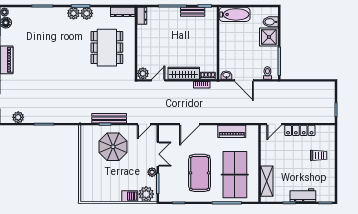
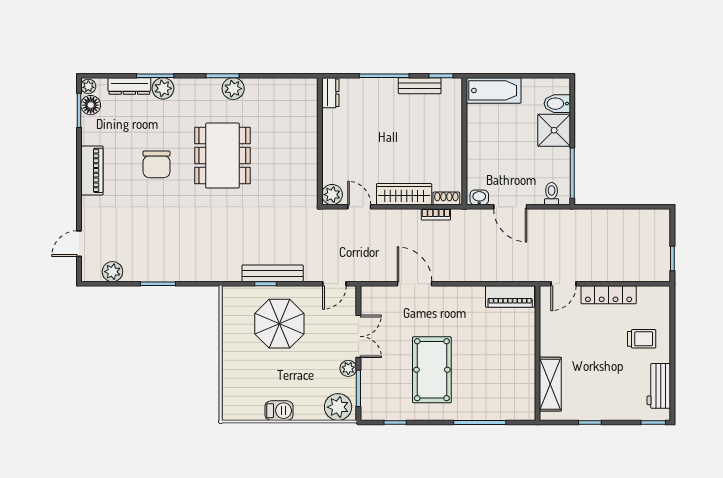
dresser: (123, 12) -> (129, 86), moved
plant: (73, 13) -> (163, 88), moved
dining table: (107, 48) -> (222, 156), moved
chair: (43, 56) -> (157, 164), added
door: (158, 80) -> (359, 207), hinge flipped
door: (190, 124) -> (415, 284), swing flipped
piano: (232, 131) -> (510, 297), moved
table tennis table: (235, 175) -> (494, 373), removed
workbench: (303, 195) -> (659, 386), moved, turned -90
barbecue: (130, 196) -> (279, 411), moved

